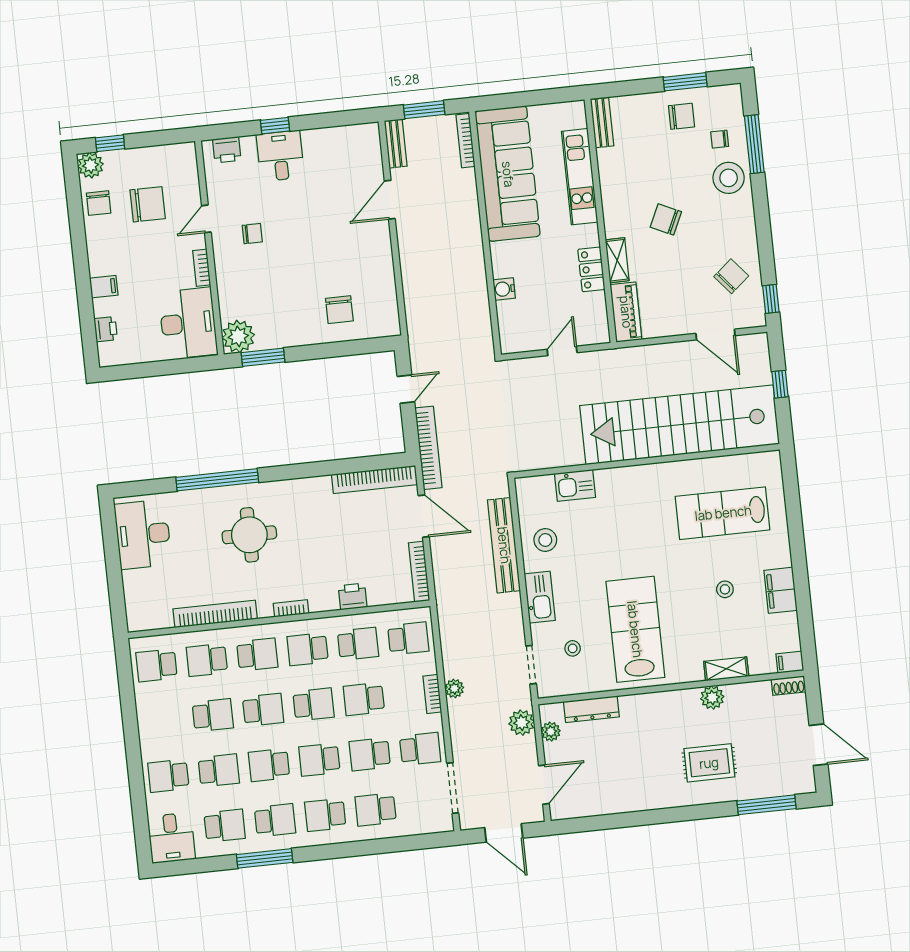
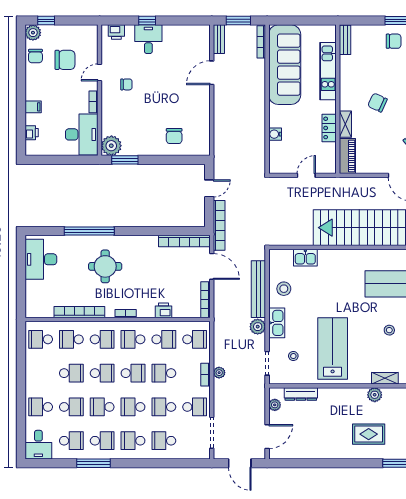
plant: (522, 723) -> (258, 327), moved

